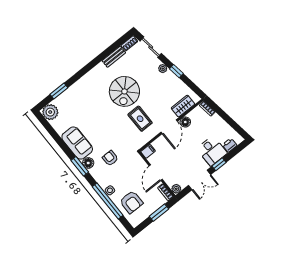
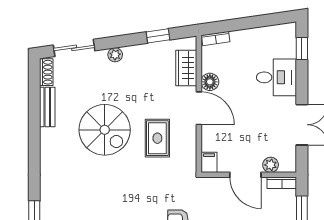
window: (176, 71) -> (158, 36), moved
rug: (140, 119) -> (157, 138), turned 90
printer: (230, 145) -> (288, 48), removed
window: (219, 164) -> (302, 49), moved
plant: (176, 189) -> (271, 165), moved

